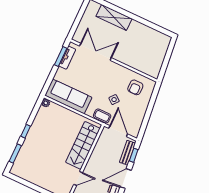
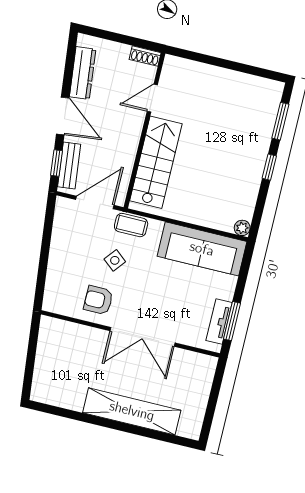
shelving: (114, 17) -> (132, 411), width x1.47
double door: (95, 52) -> (143, 337), moved
armchair: (135, 87) -> (98, 300), moved, turned -90
door: (118, 131) -> (95, 202), swing flipped
door: (126, 179) -> (63, 116), hinge flipped

